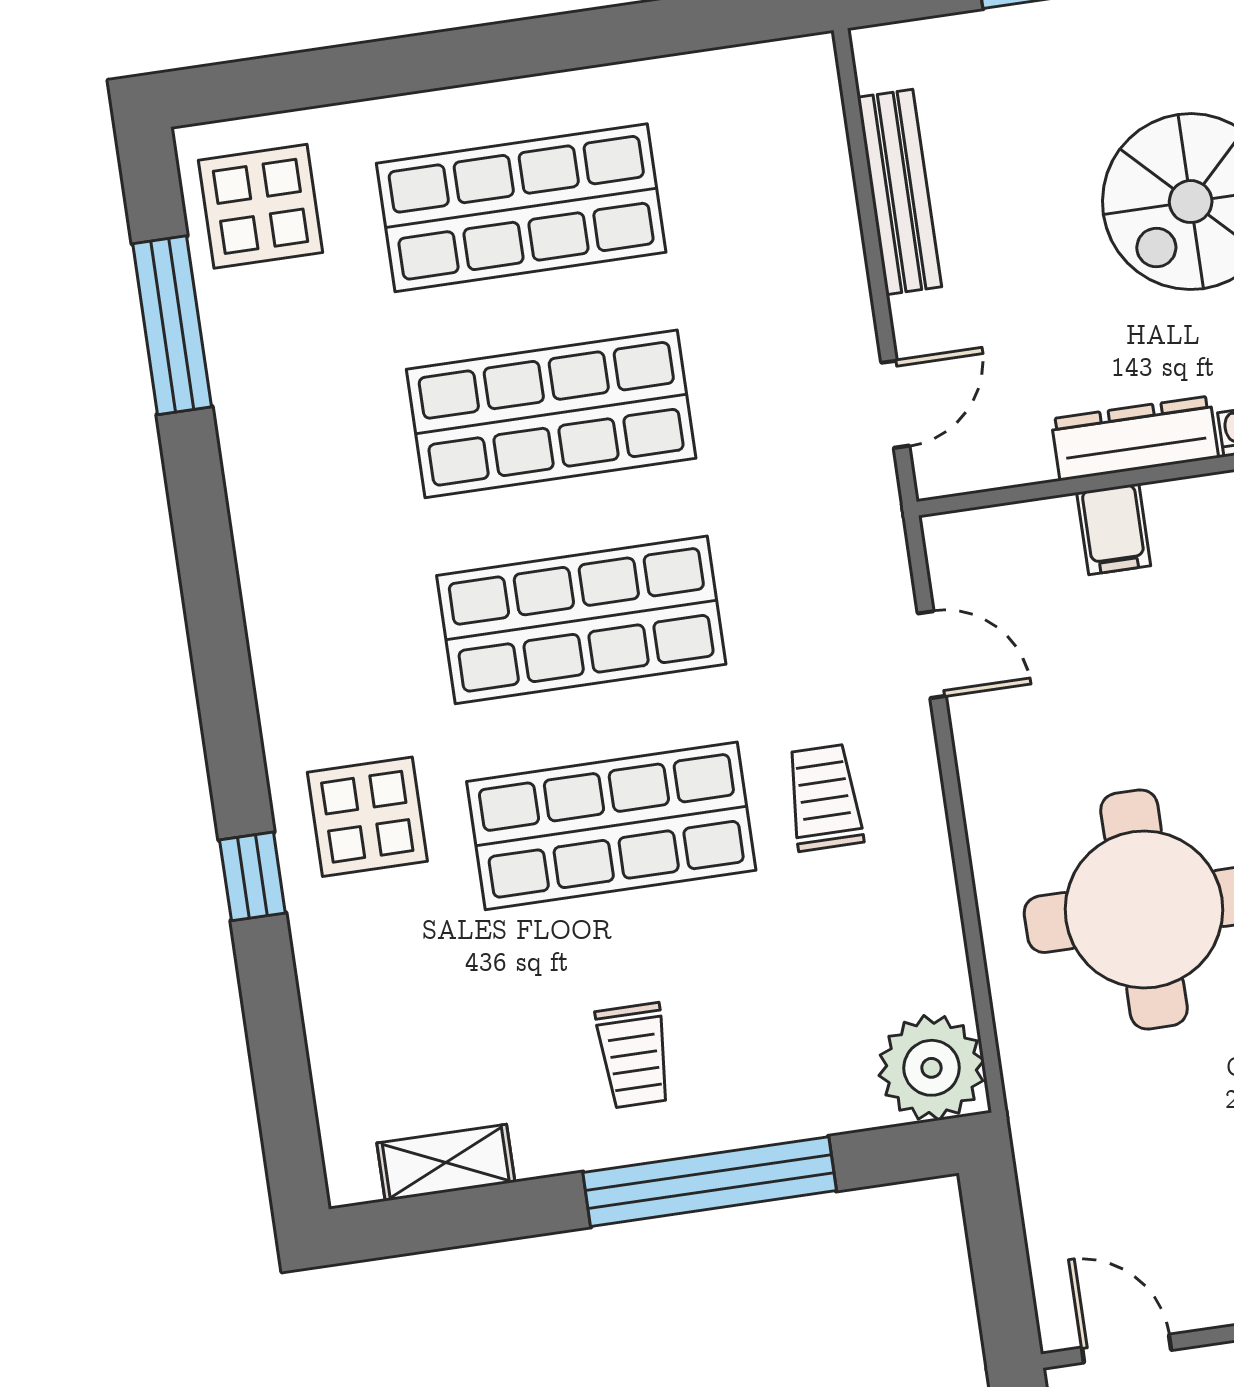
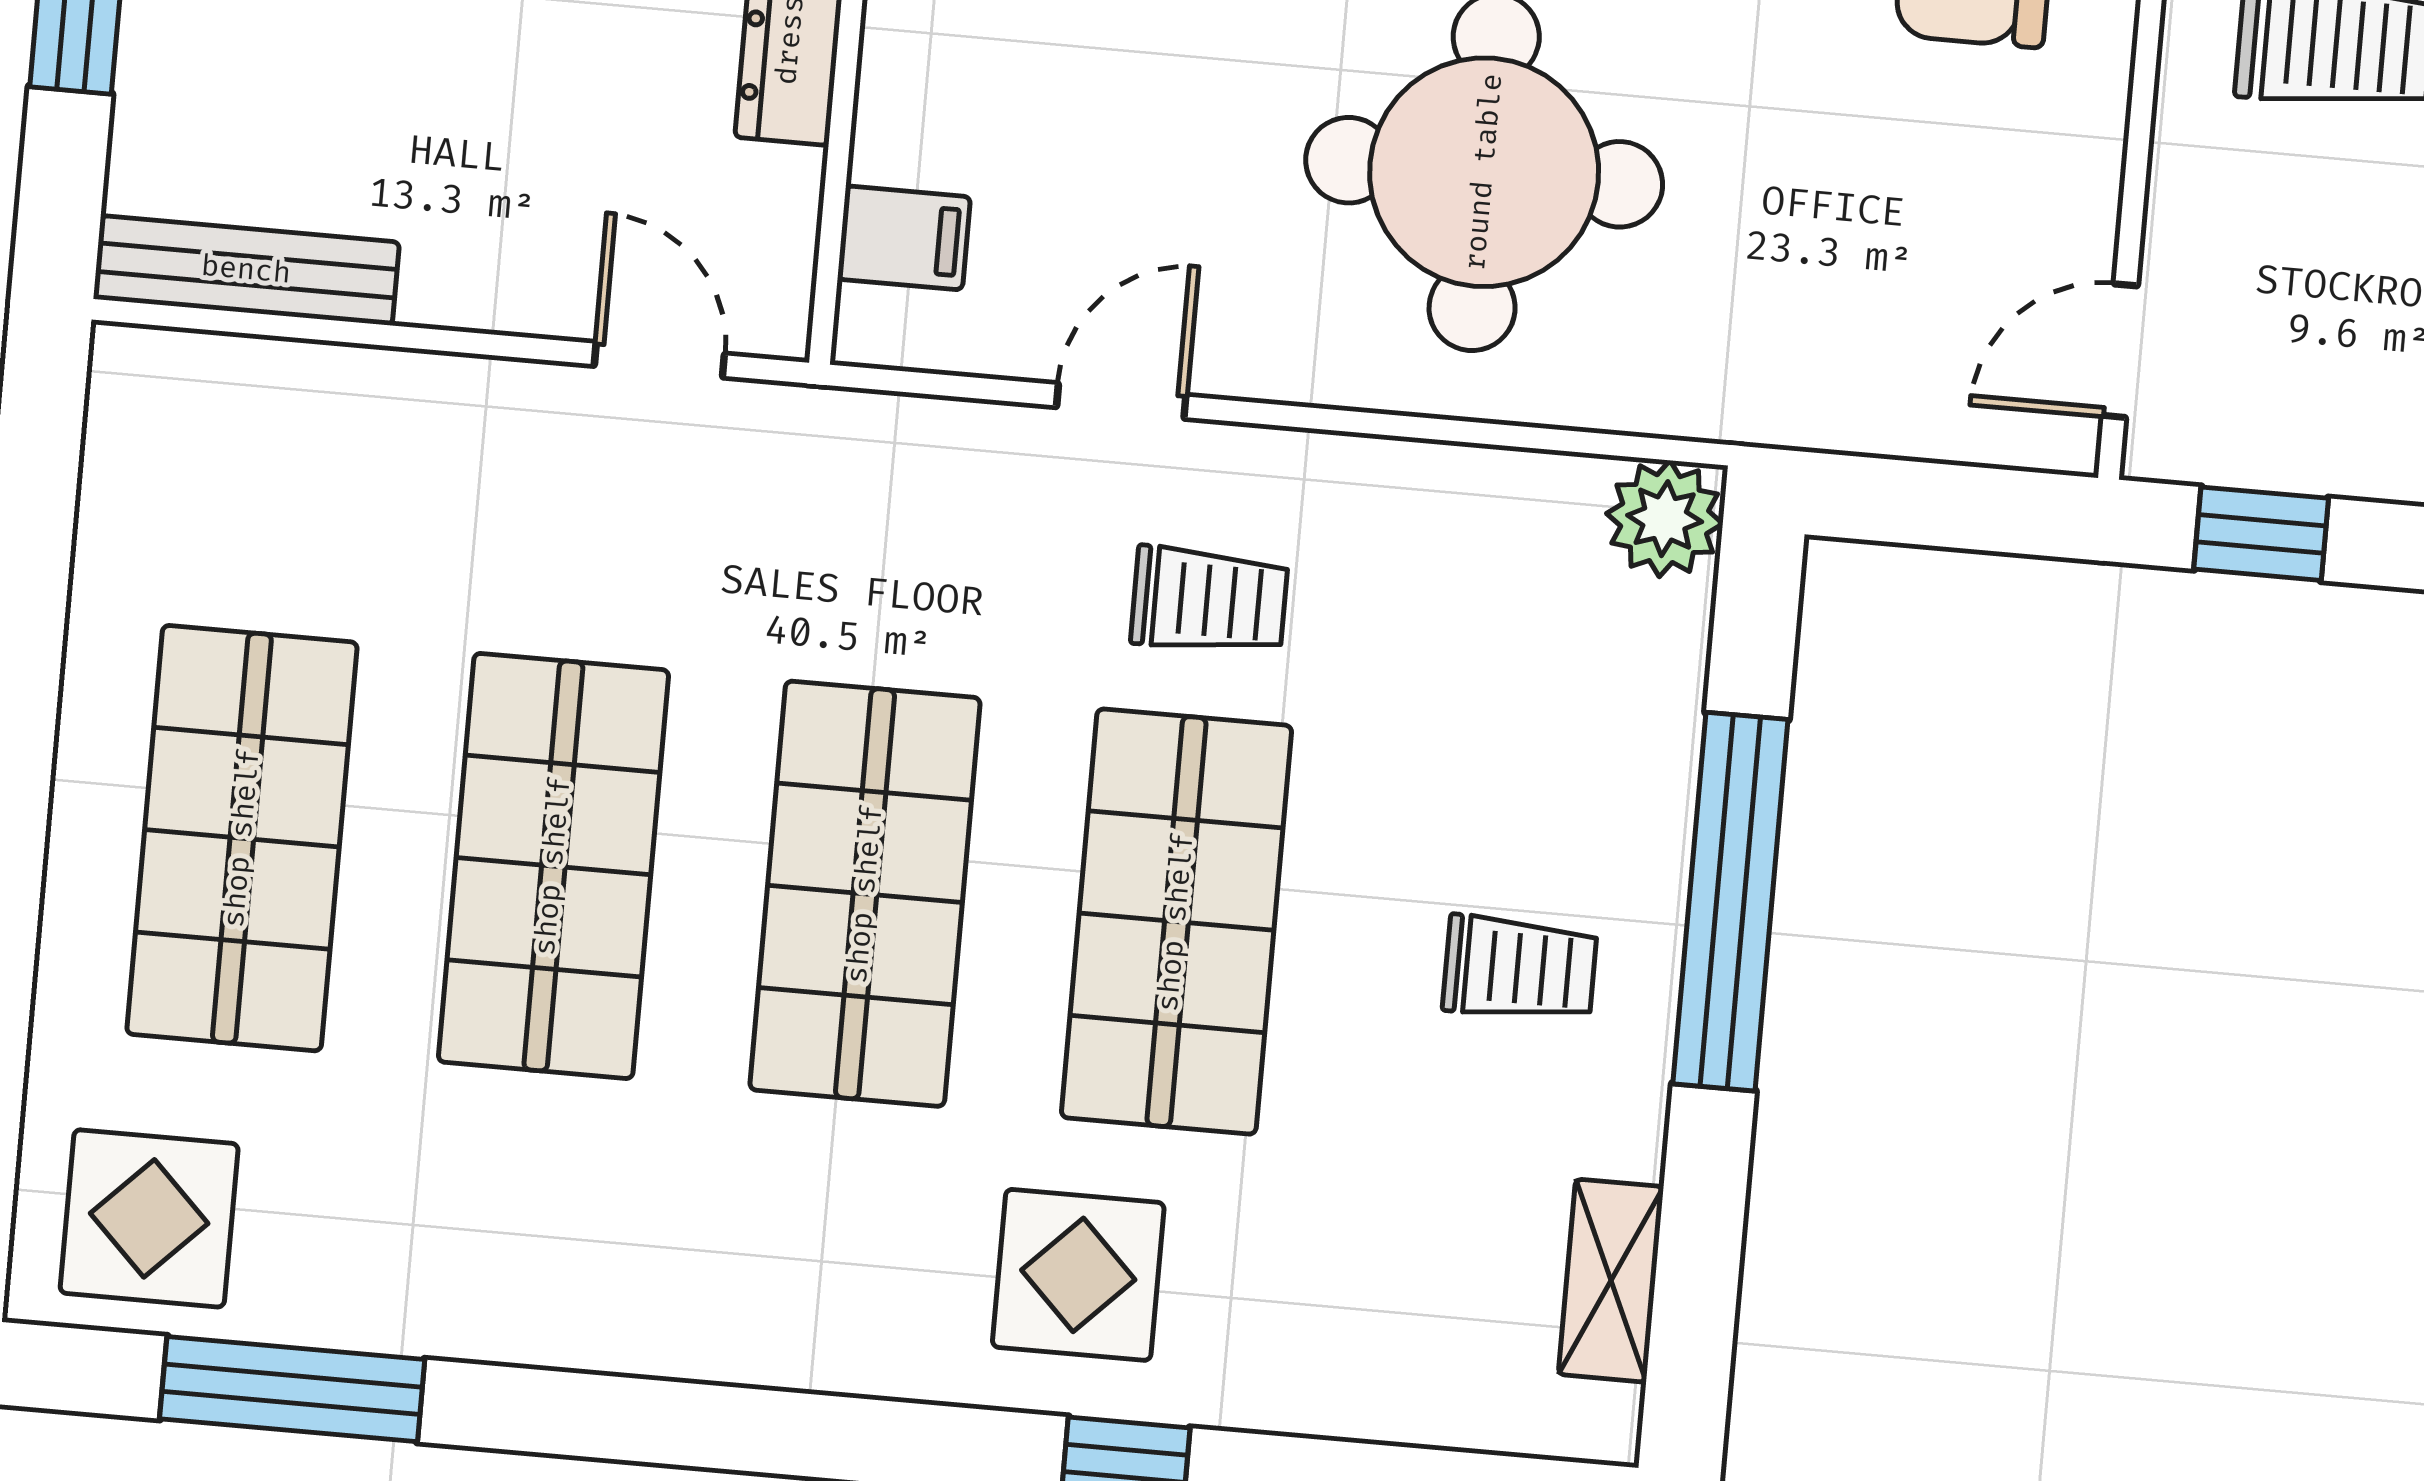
bench: (899, 192) -> (246, 270), moved
filing cabinet: (1114, 529) -> (904, 238), moved
door: (932, 655) -> (1121, 401), moved
trolley: (824, 798) -> (1209, 600), turned 180
plant: (932, 1068) -> (1665, 519), width x0.73, depth x0.73

